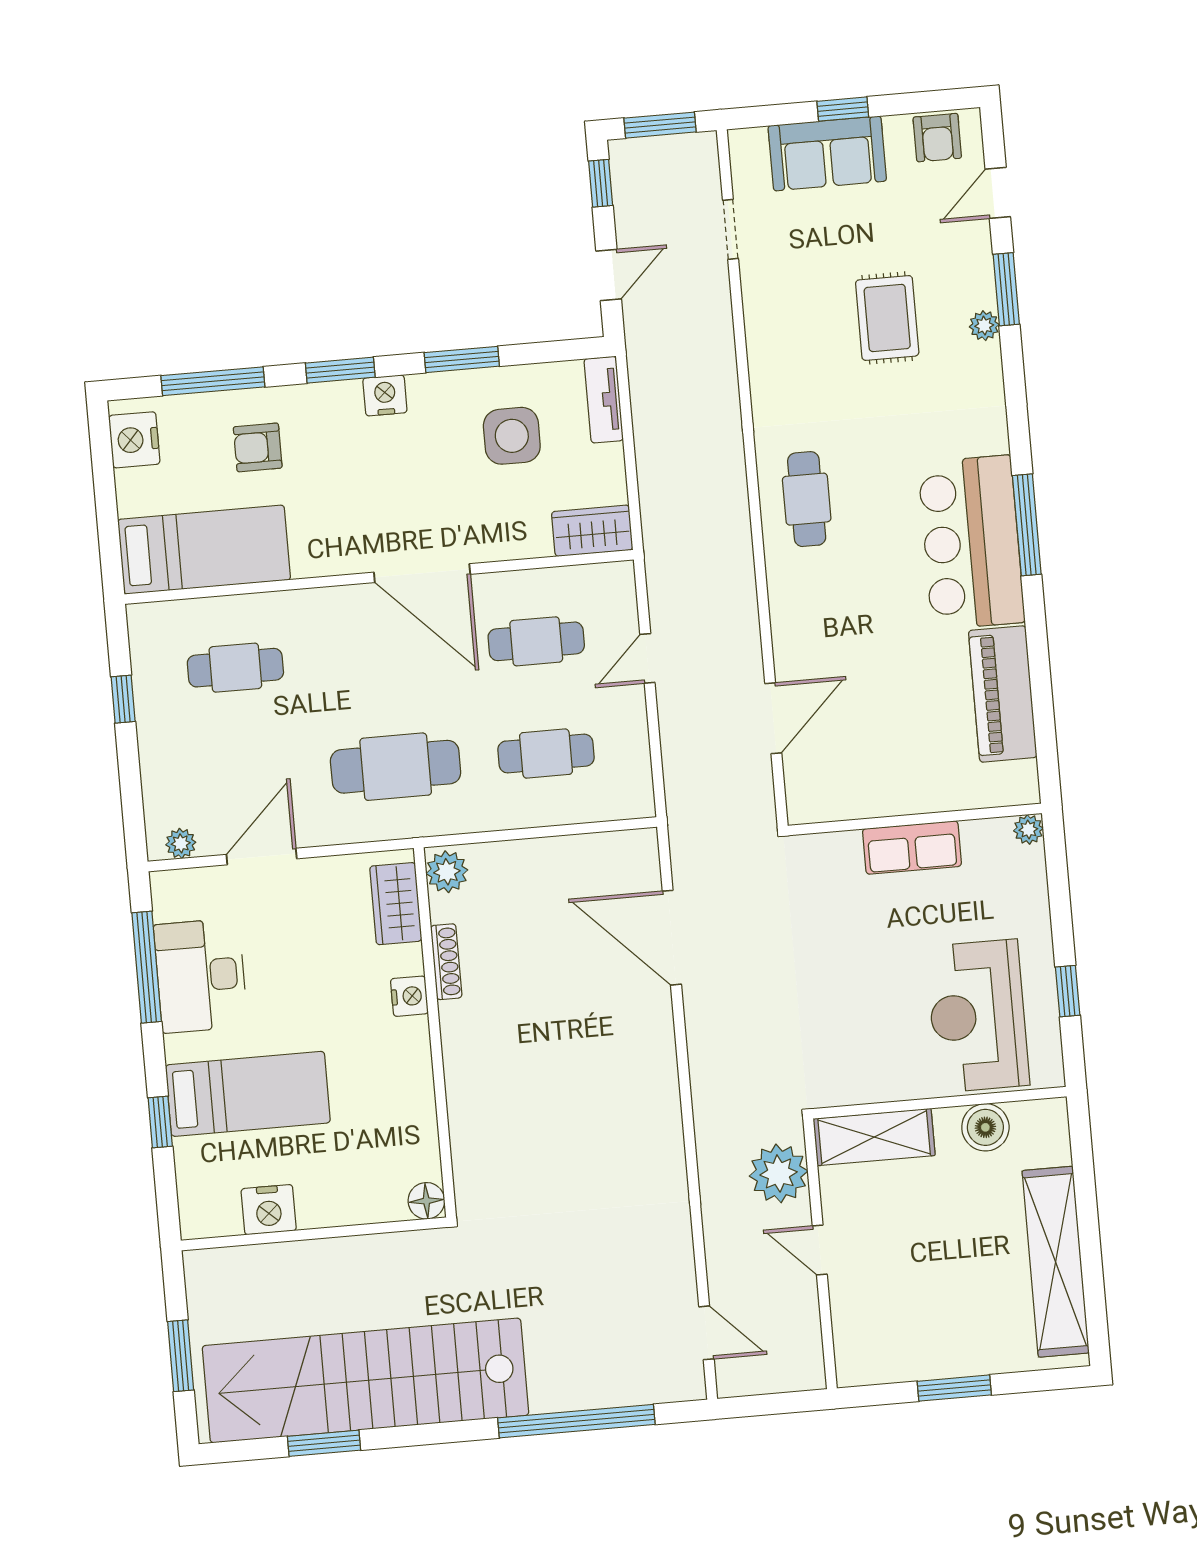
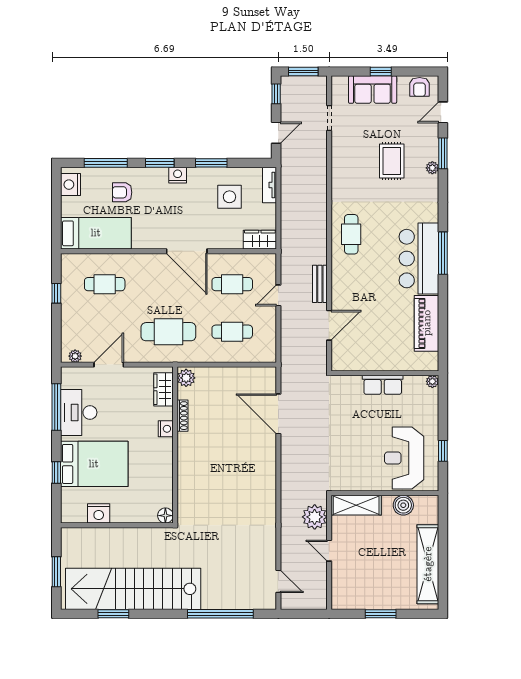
bench: (743, 623) -> (320, 284), added
bed: (248, 1094) -> (94, 464), width x1.50

